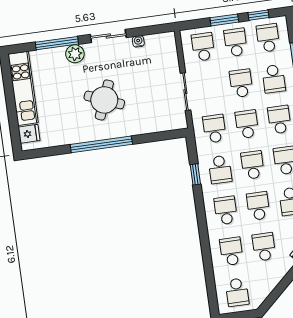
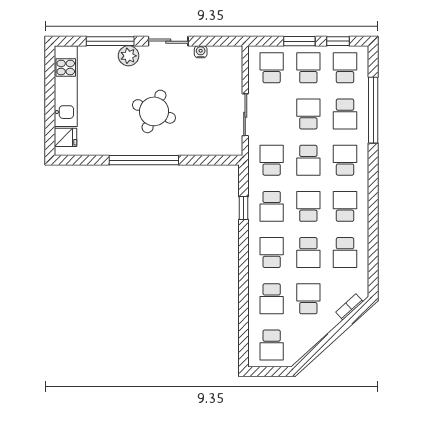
school desk: (247, 124) -> (308, 160), turned 180
school desk: (258, 206) -> (308, 253), turned 180
school desk: (231, 251) -> (272, 299), turned 180

